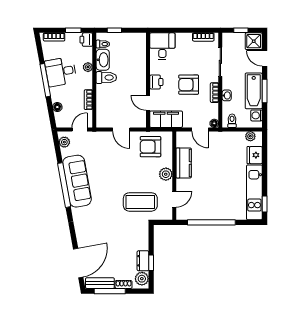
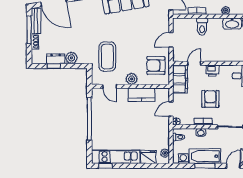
toilet: (106, 78) -> (202, 27), moved
armchair: (150, 147) -> (156, 65), turned -90
plant: (142, 279) -> (71, 58), moved

